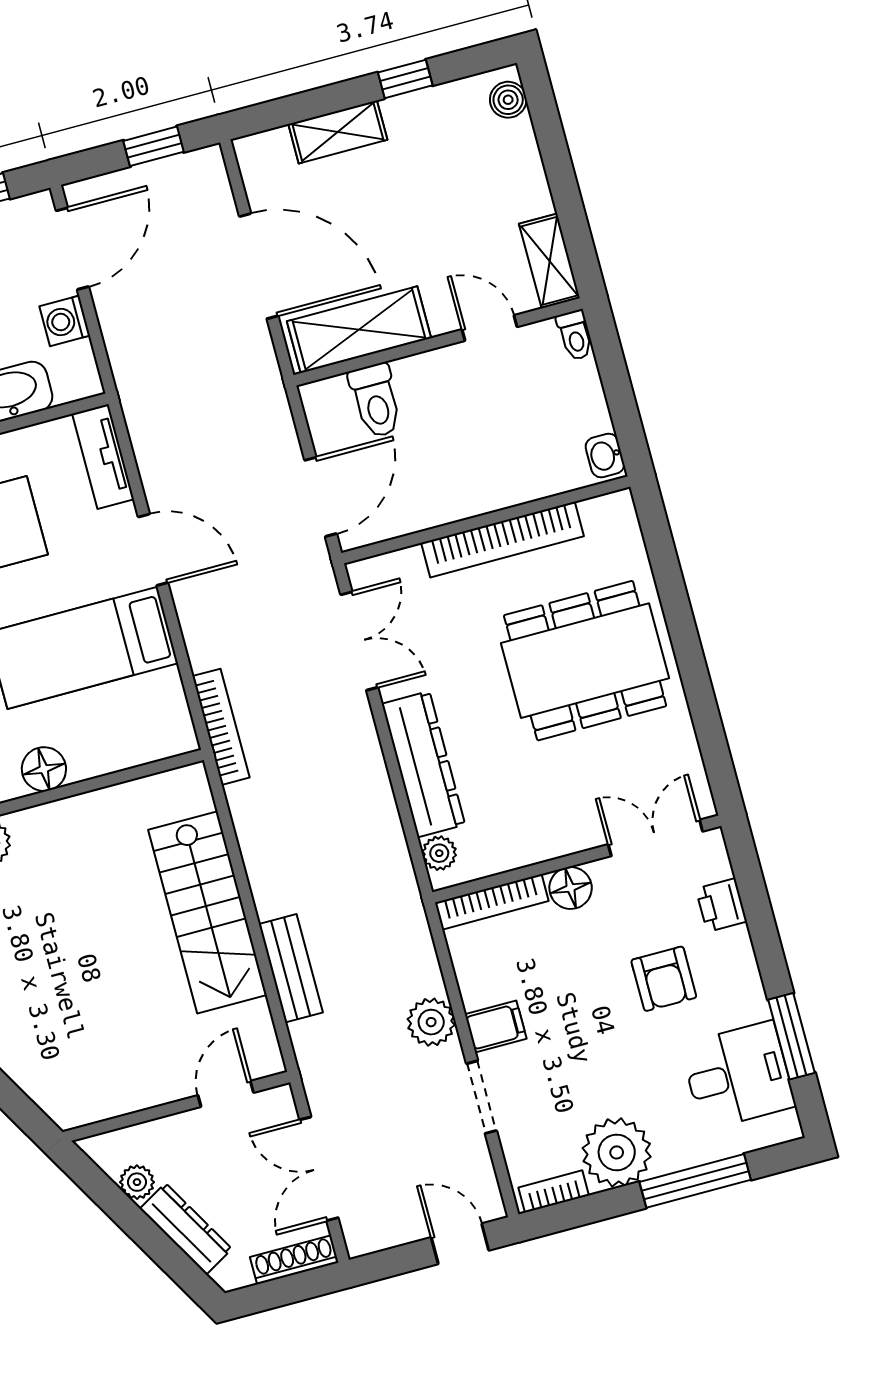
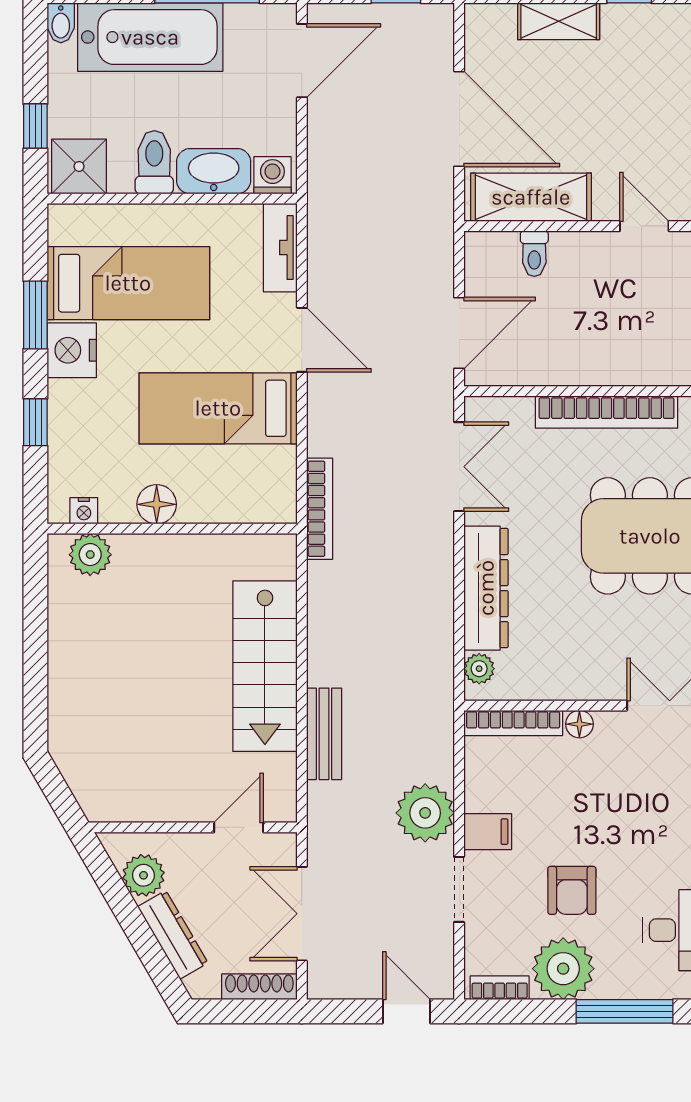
washing machine: (65, 321) -> (272, 175), moved, turned 90
toilet: (376, 400) -> (534, 254), width x0.73, depth x0.72
floor lamp: (571, 888) -> (579, 724), width x0.73, depth x0.73
armchair: (664, 979) -> (572, 890), moved
plant: (431, 1022) -> (425, 813), width x1.36, depth x1.36
plant: (137, 1182) -> (143, 875), width x1.38, depth x1.38

